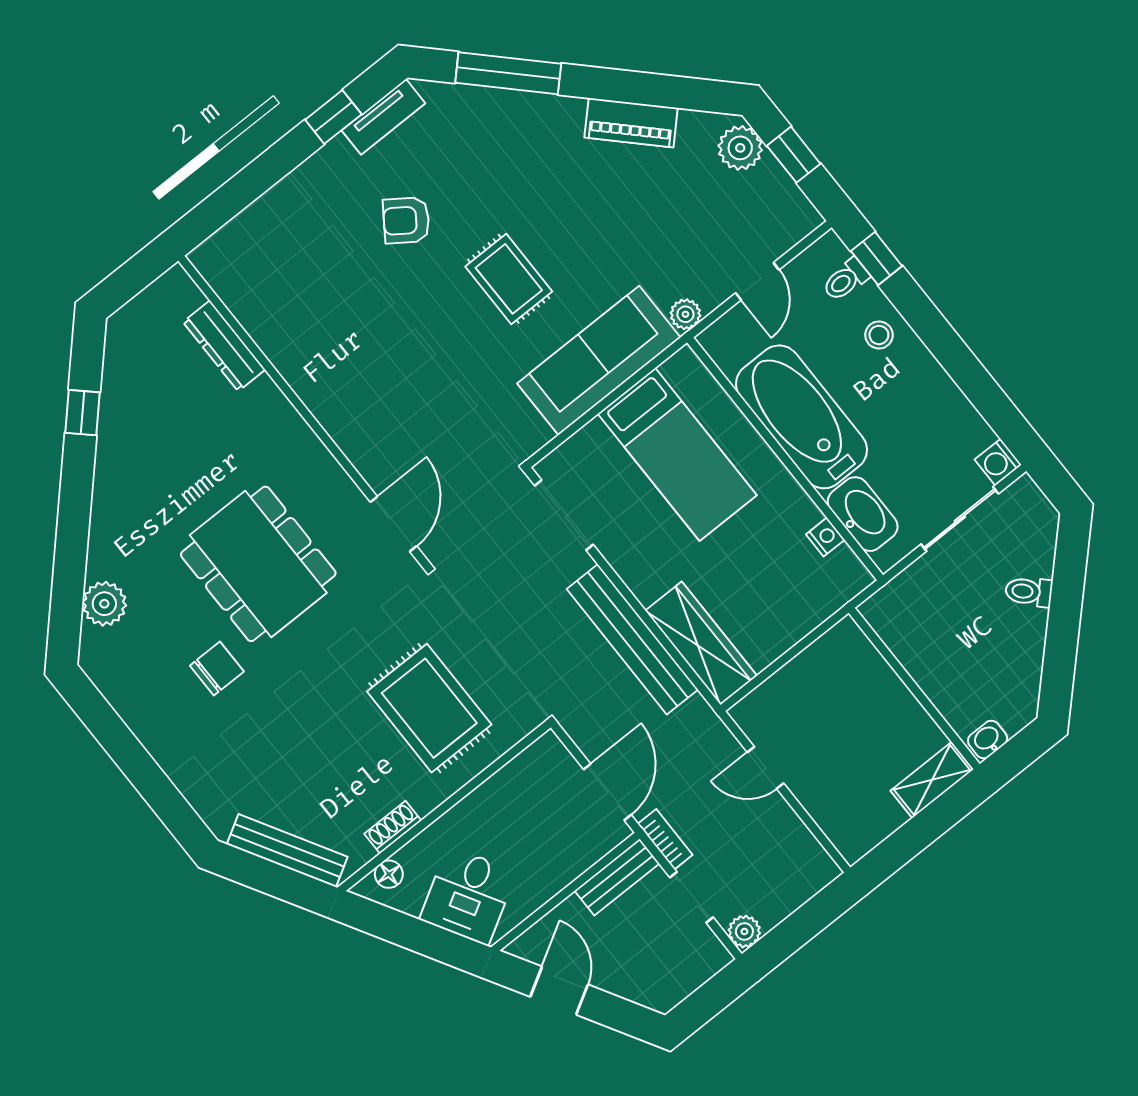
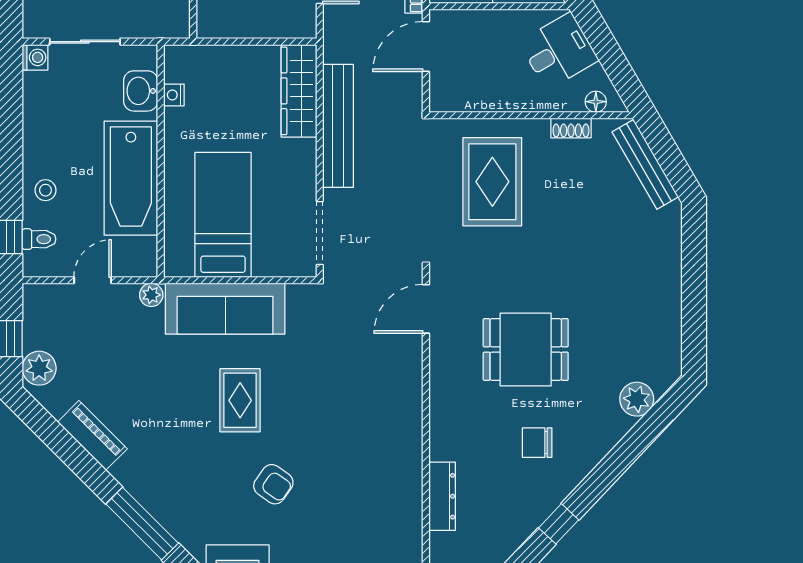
washbasin: (863, 514) -> (141, 91), width x0.72
dining table: (258, 564) -> (526, 349), width x0.73
chair: (217, 669) -> (537, 443), moved

